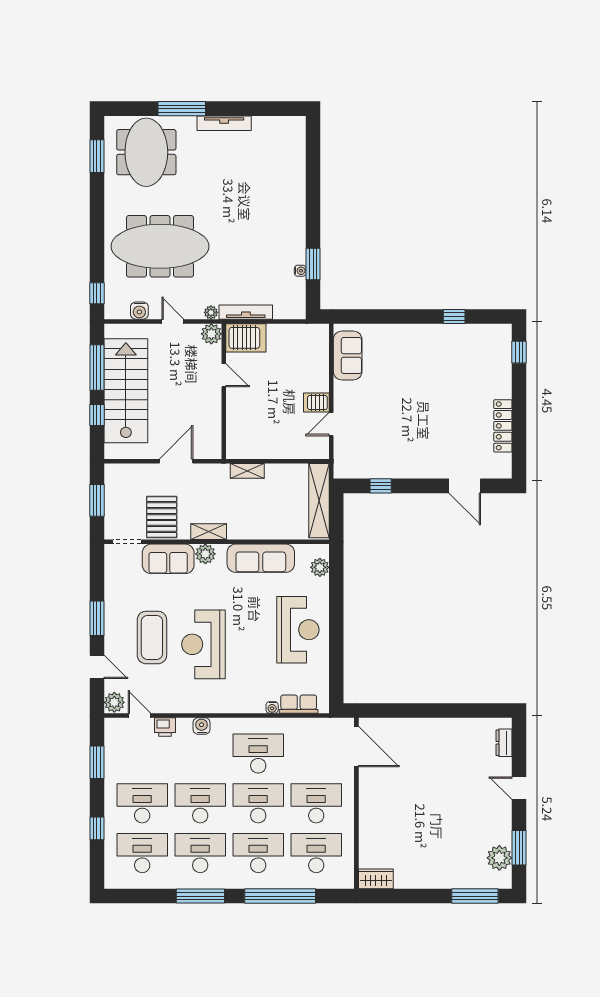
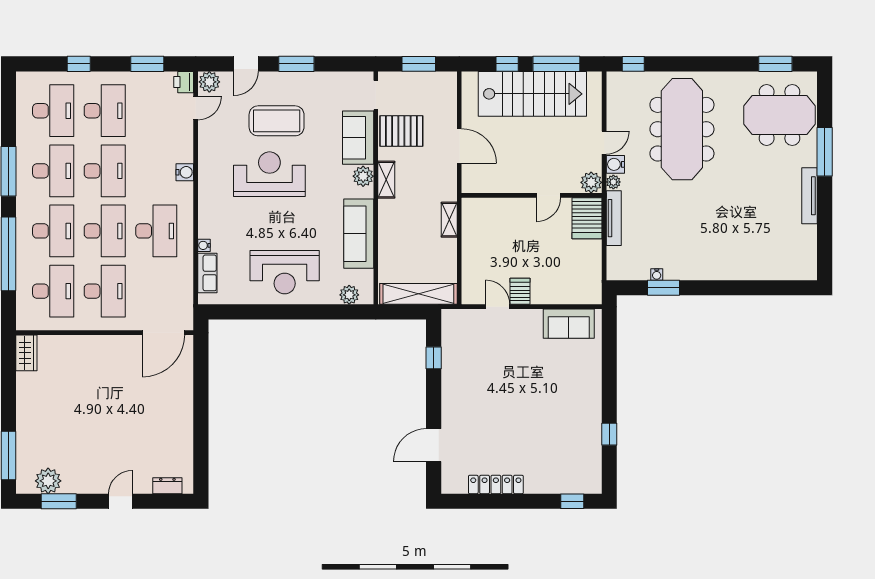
water cooler: (139, 311) -> (615, 164), moved
printer: (165, 727) -> (184, 82), moved

